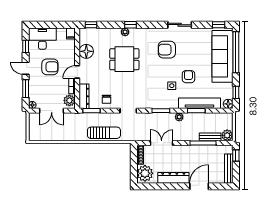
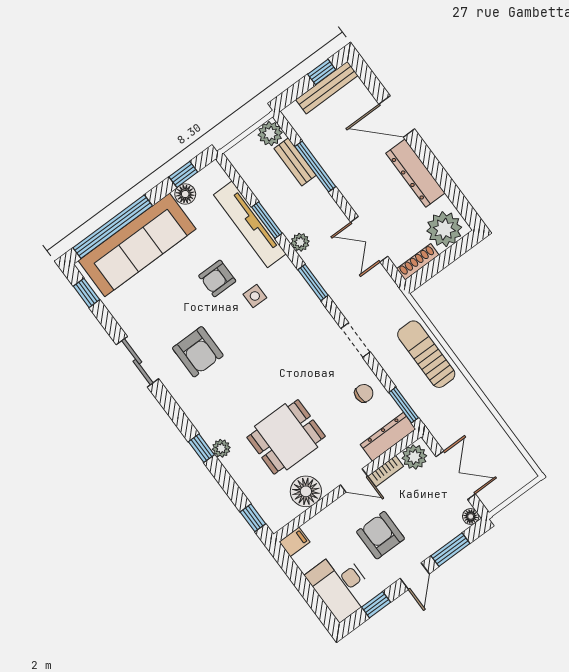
dining table: (124, 59) -> (286, 437), moved, turned 90
floor lamp: (228, 104) -> (185, 194), moved
window: (236, 155) -> (322, 72), moved

